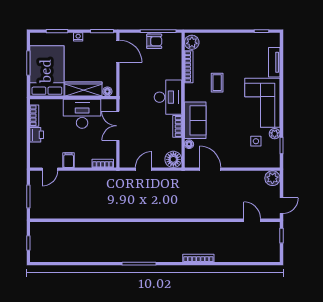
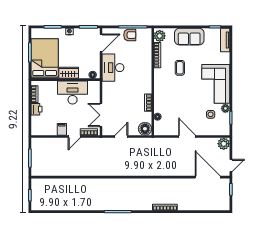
door: (118, 51) -> (101, 43), hinge flipped
tv unit: (274, 62) -> (225, 40), moved
wardrobe: (83, 89) -> (69, 73), width x0.67
desk: (168, 97) -> (113, 68), moved, turned 180
sofa: (195, 120) -> (189, 37), moved, turned 90
double door: (118, 126) -> (101, 115), moved
door: (50, 169) -> (74, 137), moved
door: (210, 169) -> (187, 137), moved
door: (252, 220) -> (208, 177), width x1.88

